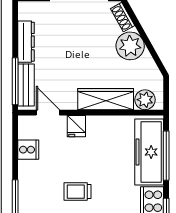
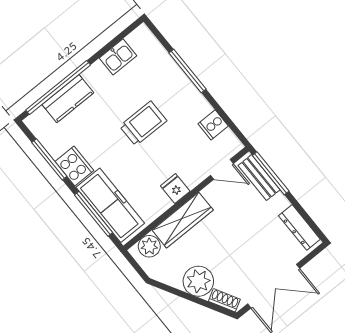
dresser: (26, 42) -> (299, 227), moved
fridge: (76, 126) -> (175, 189), moved
trolley: (78, 192) -> (143, 123), width x1.36, depth x1.39

